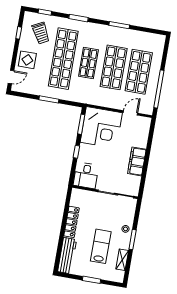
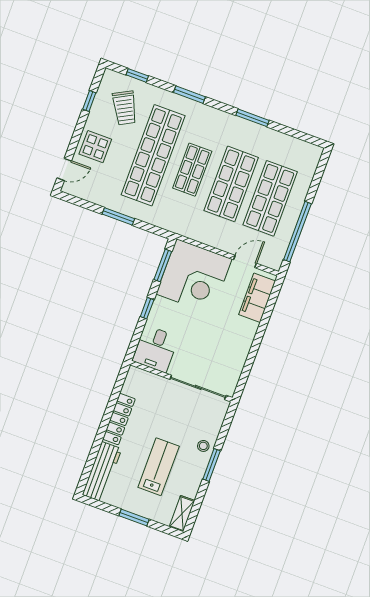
filing cabinet: (137, 161) -> (257, 298), moved
shelving: (122, 260) -> (182, 514), moved

